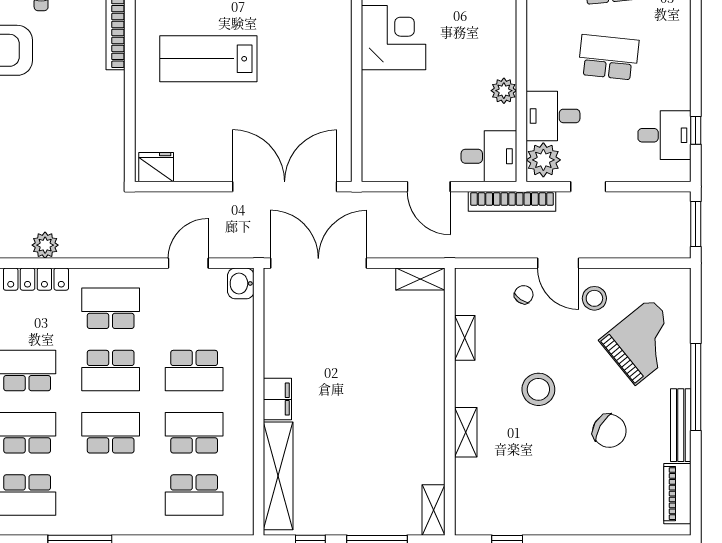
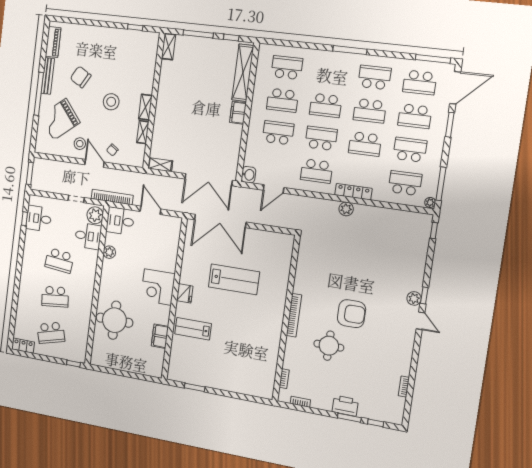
lab bench: (208, 59) -> (234, 279), moved
fridge: (156, 167) -> (185, 293), moved, turned -90
shelving: (466, 432) -> (145, 107), moved

